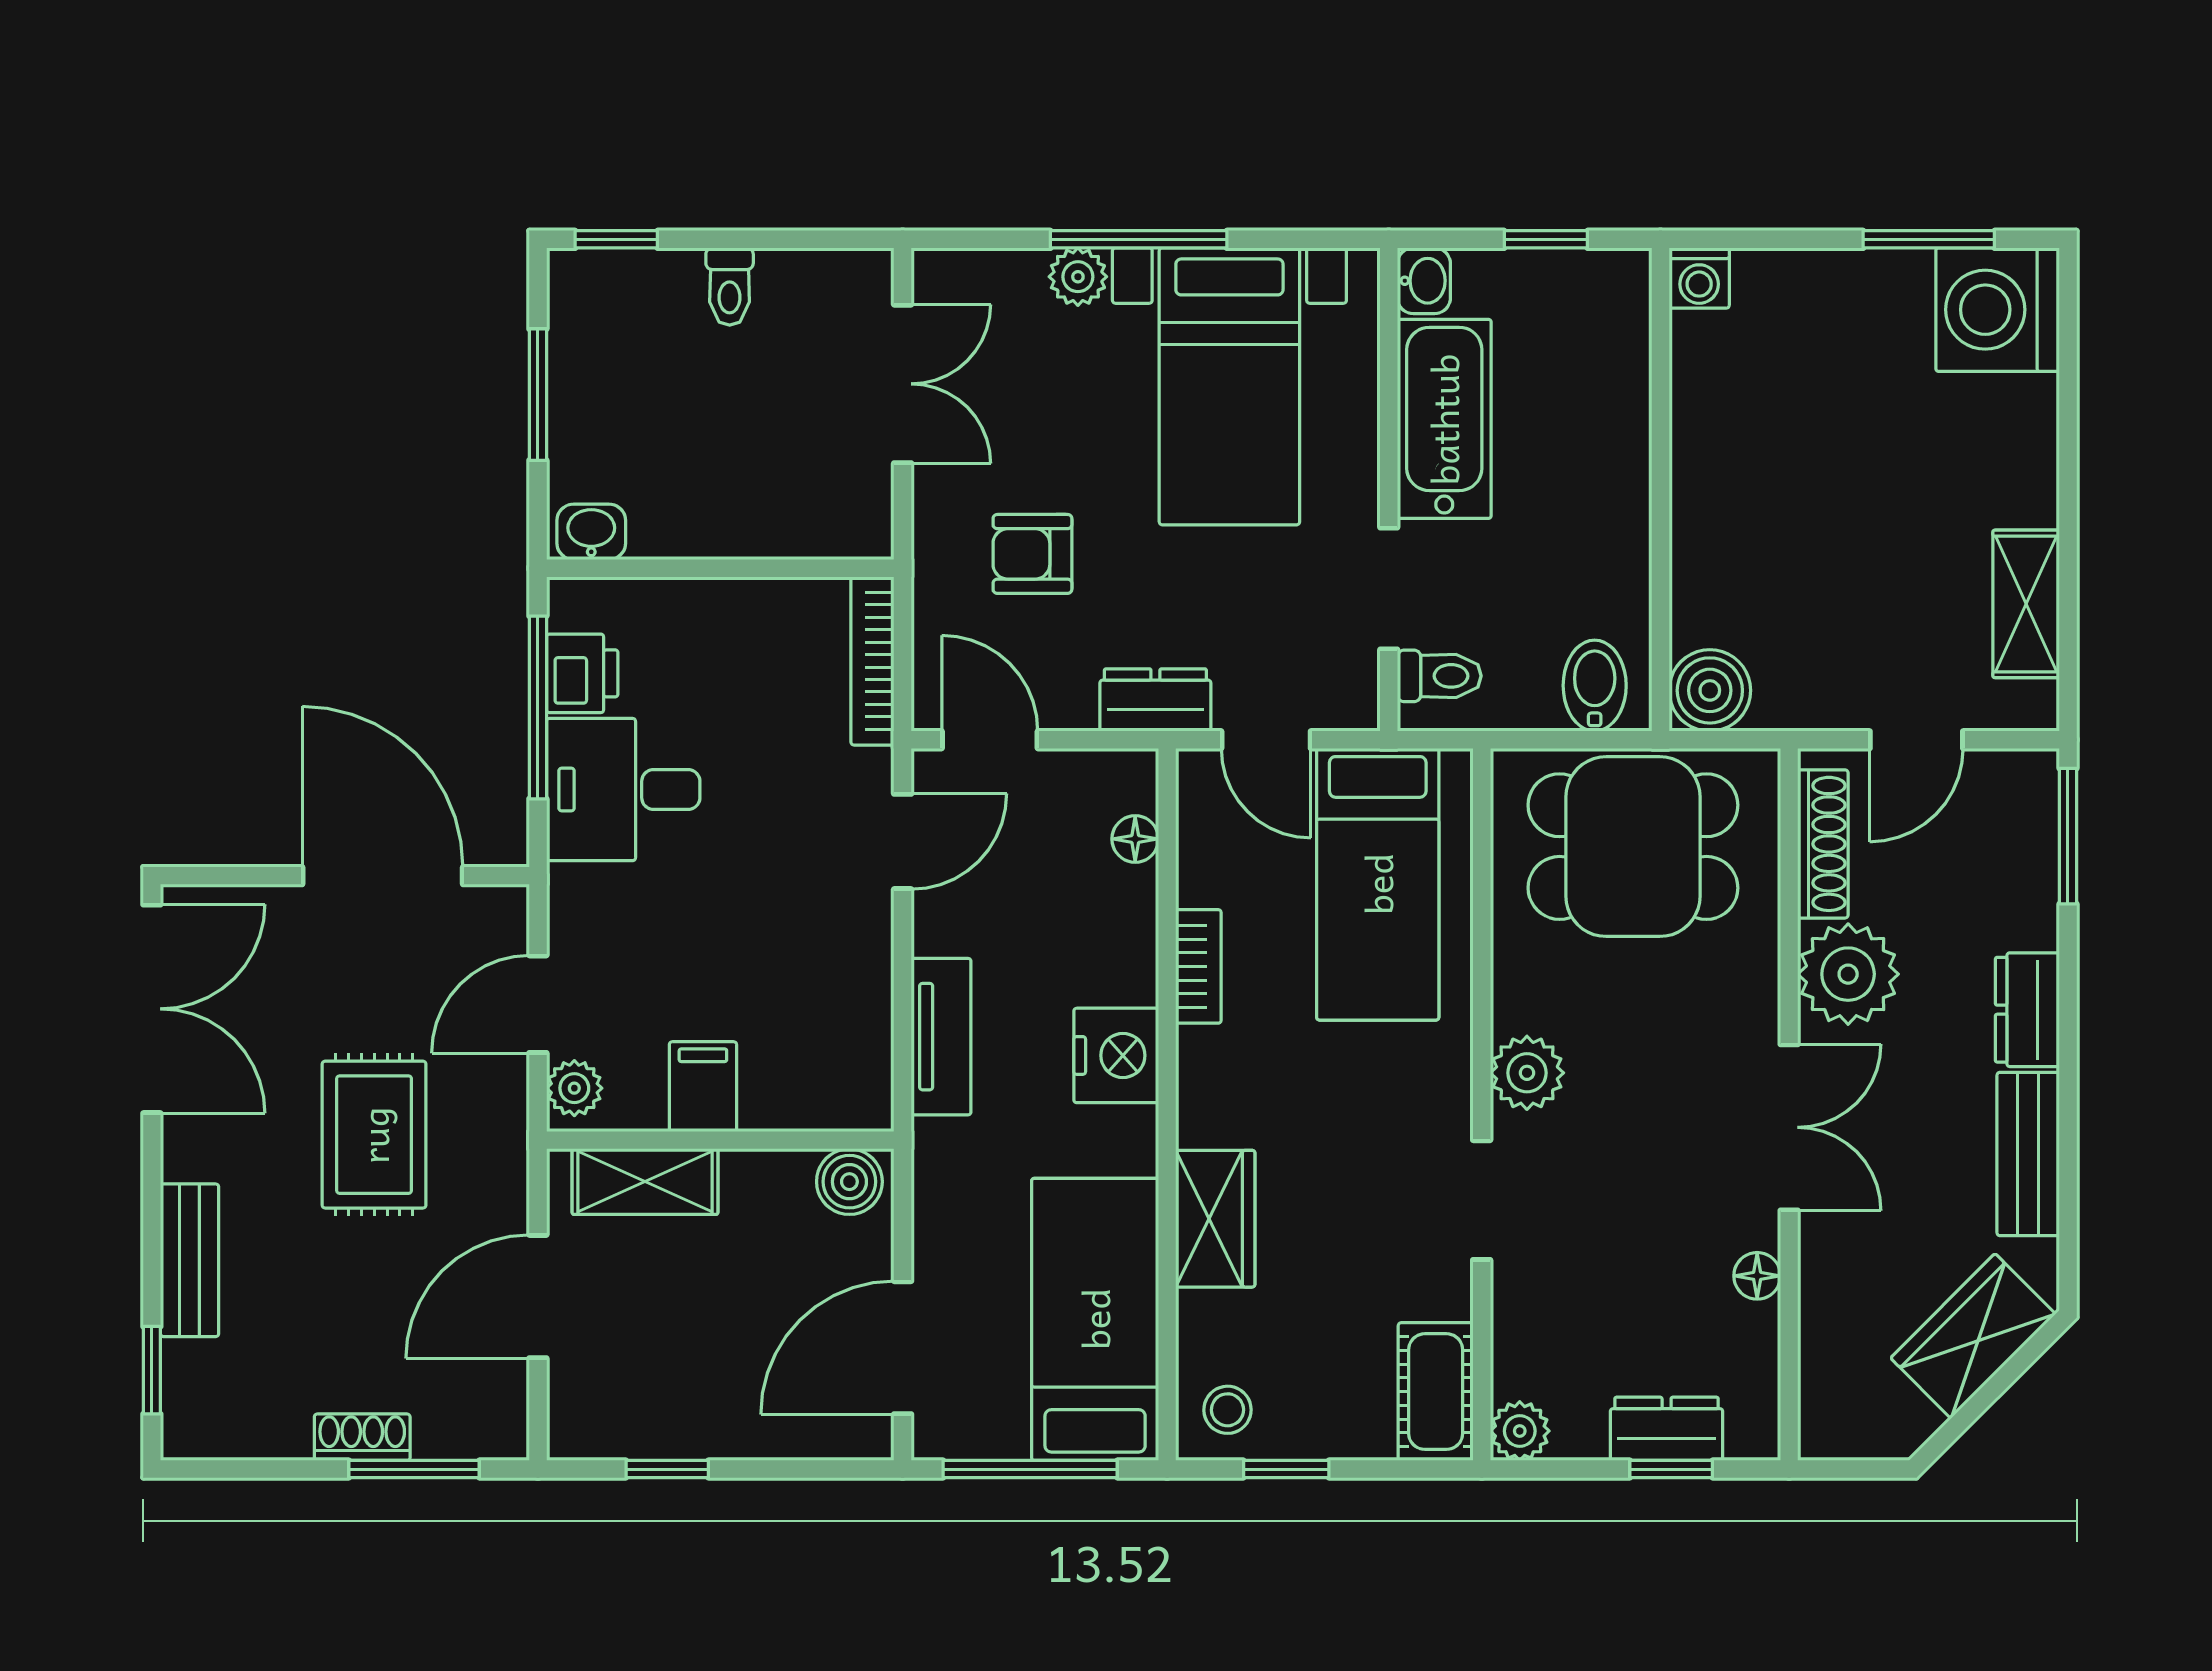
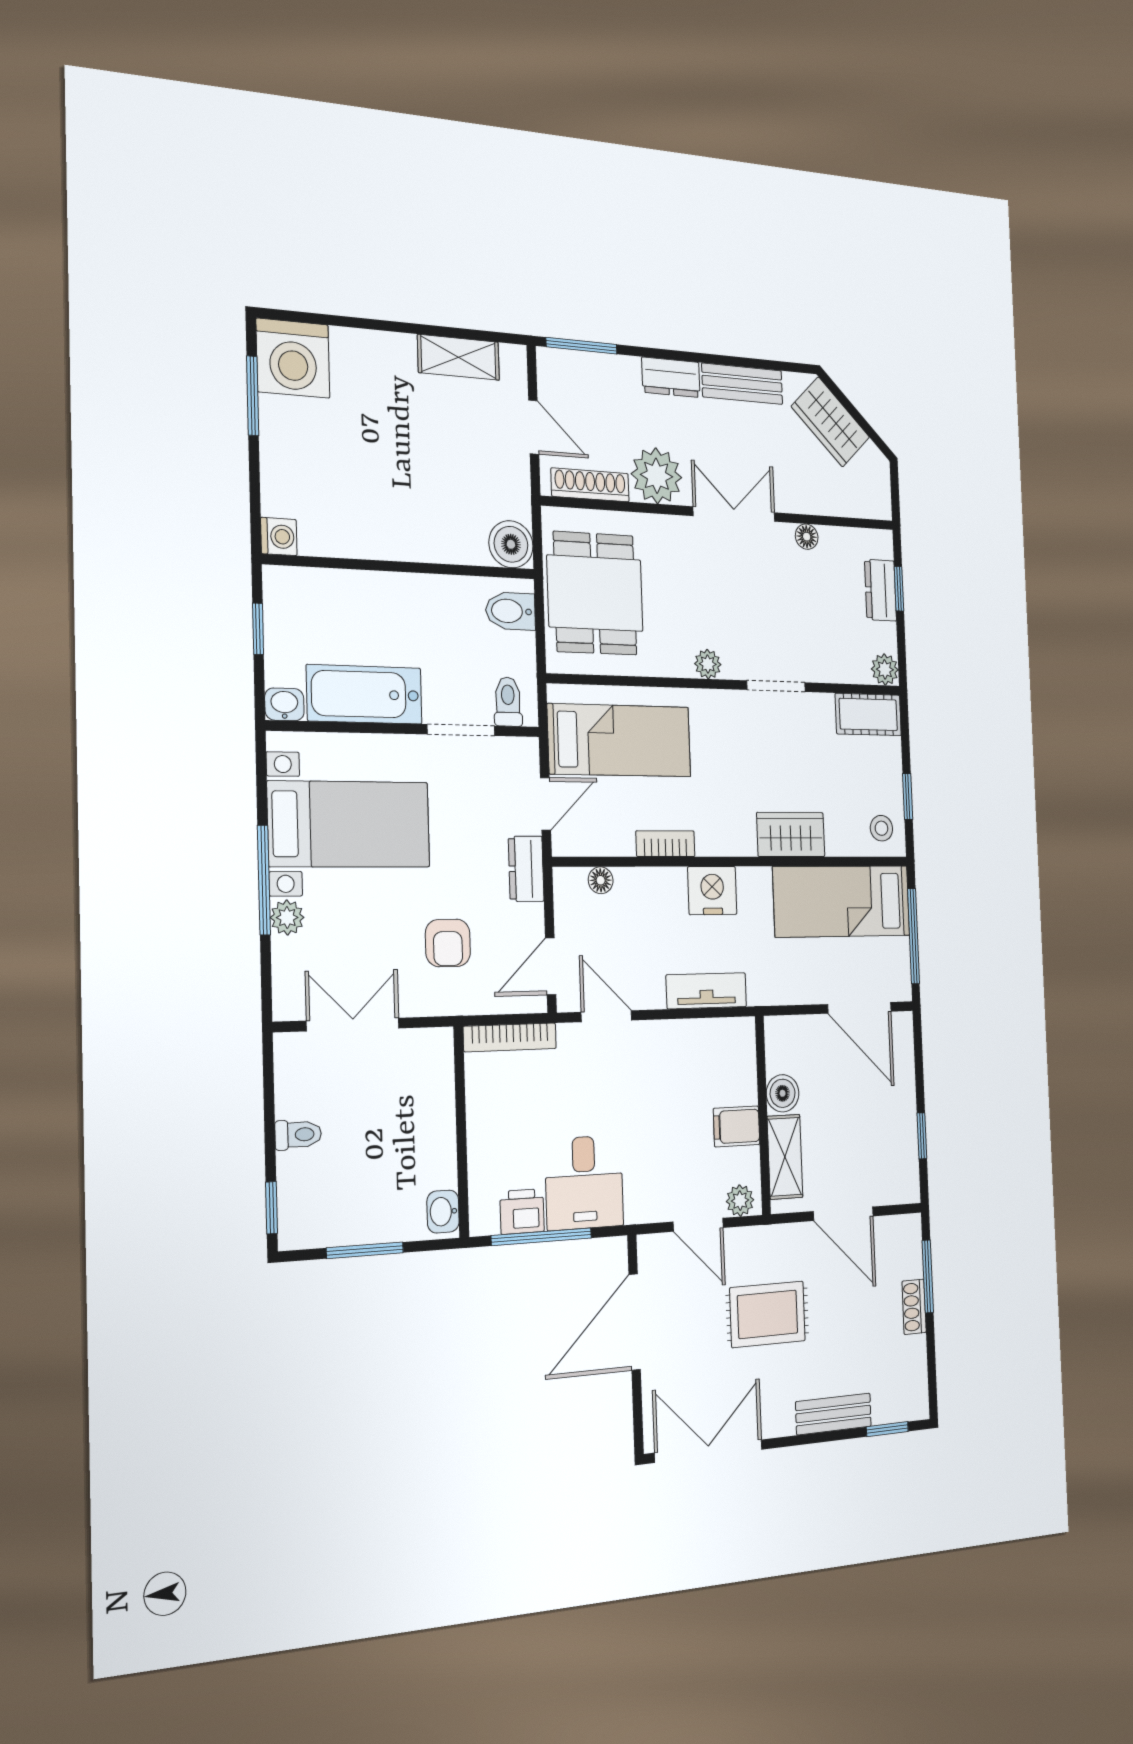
plant: (1527, 1073) -> (708, 664), width x0.73, depth x0.73
boiler: (849, 1182) -> (783, 1093), moved

